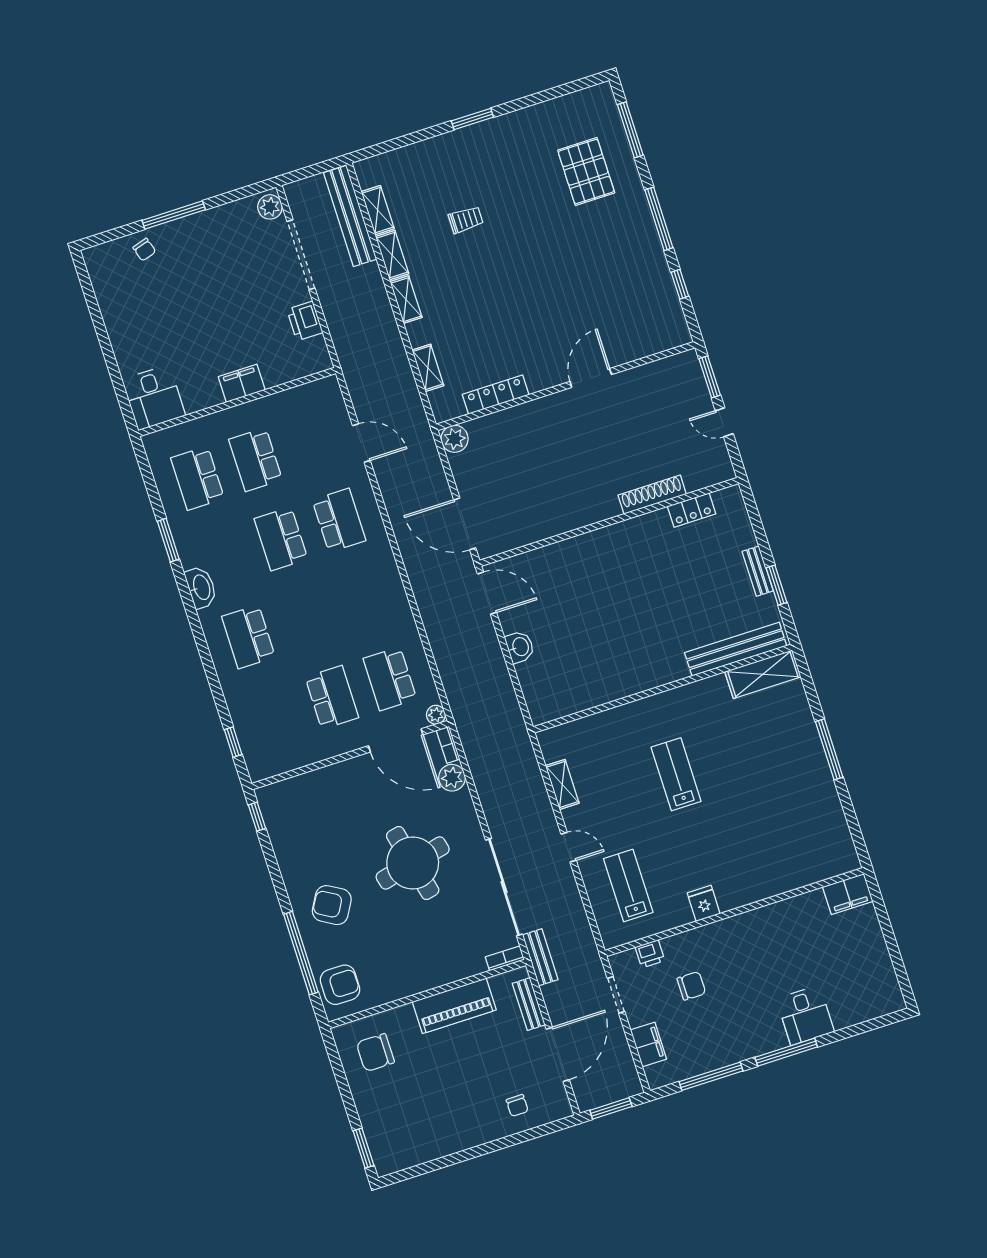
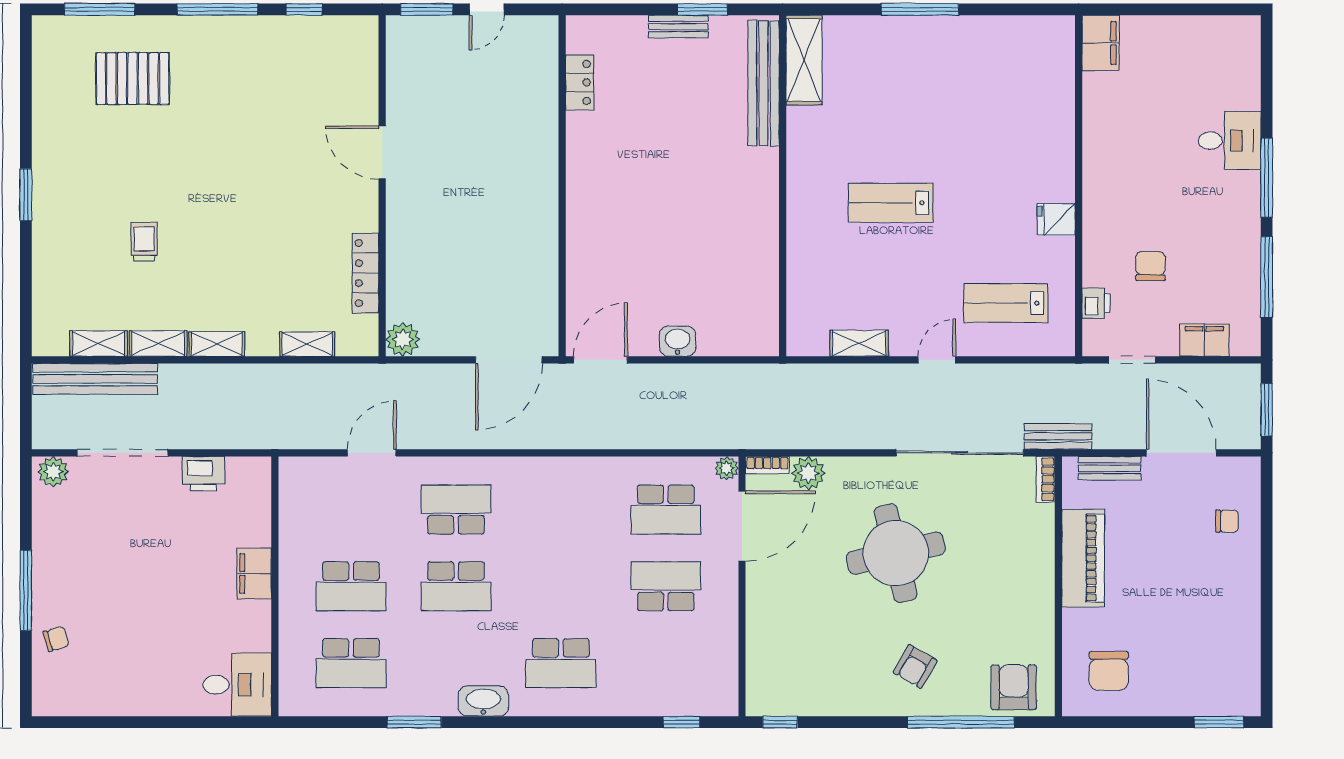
shoe rack: (652, 495) -> (546, 124), removed
armchair: (332, 905) -> (915, 666), width x0.72, depth x0.72

